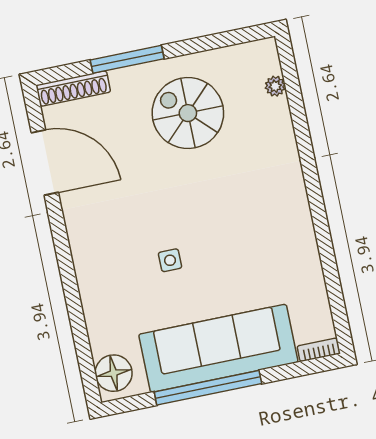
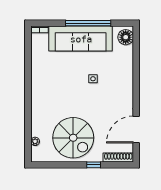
window: (127, 59) -> (94, 165), width x0.46
spiral stairs: (188, 113) -> (73, 138), width x1.37, depth x1.37
door: (45, 162) -> (136, 129), hinge flipped

